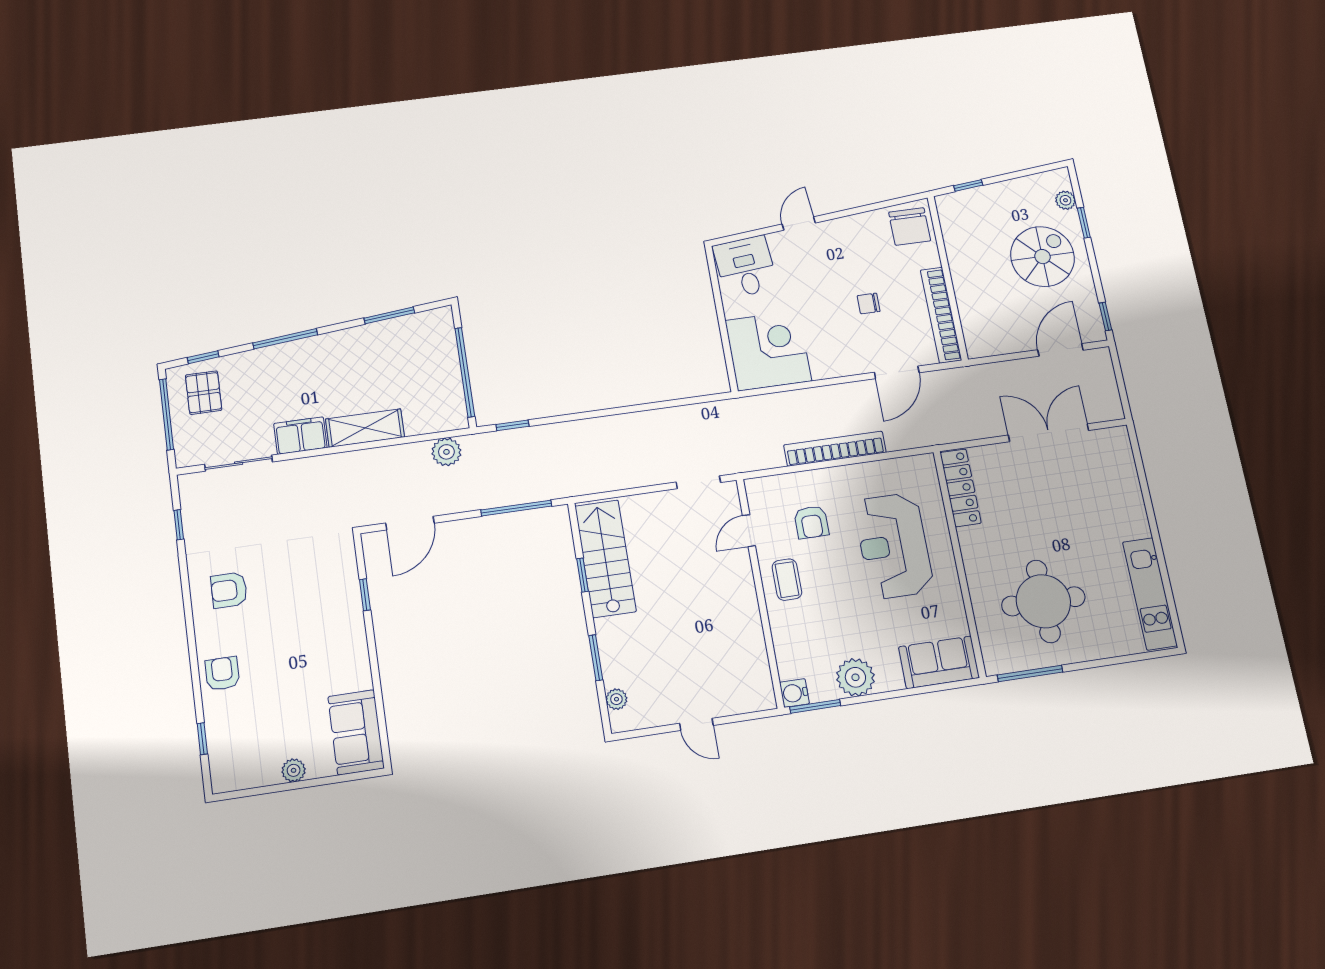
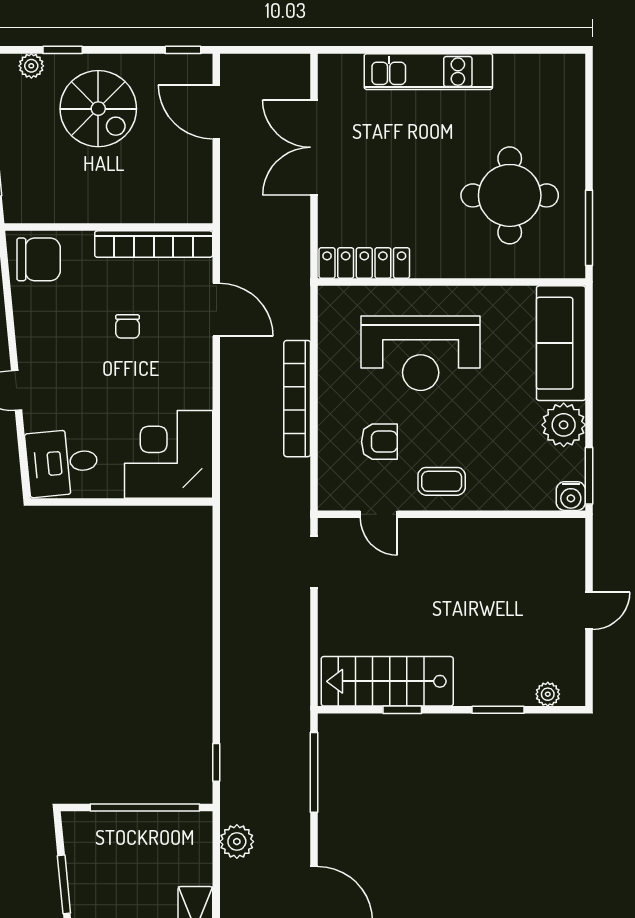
spiral stairs: (1042, 257) -> (98, 109), turned 180
kitchen unit: (1150, 594) -> (428, 72), moved
sofa: (939, 662) -> (561, 343), width x1.36

